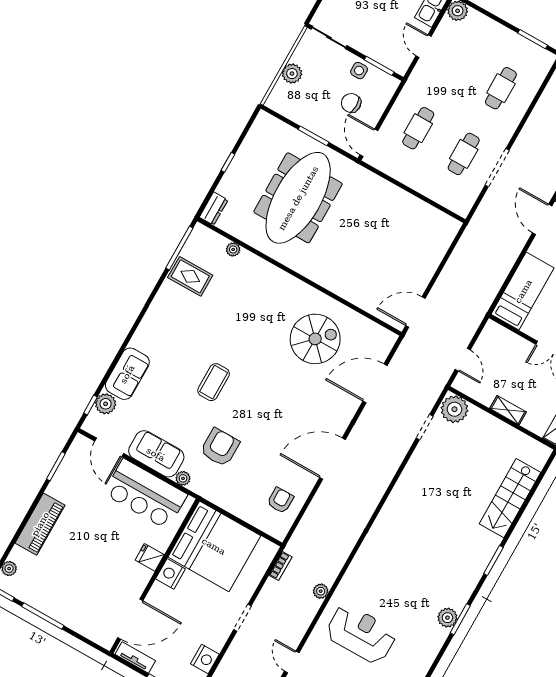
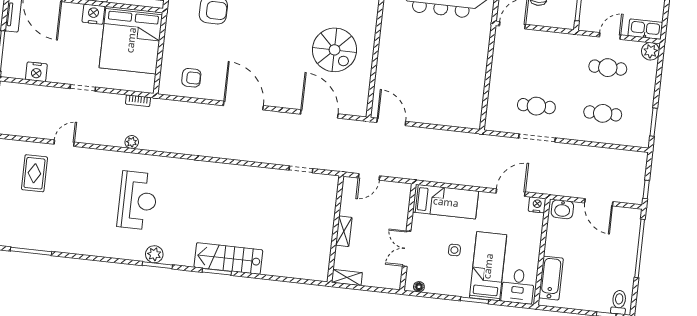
cafe table: (418, 128) -> (608, 68), moved
plant: (454, 409) -> (326, 187), removed
stairs: (510, 498) -> (228, 259), moved
reception desk: (361, 634) -> (138, 201), moved

